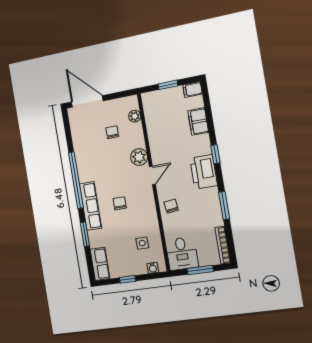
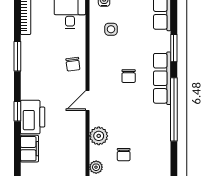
plant: (139, 157) -> (99, 136), moved
printer: (204, 172) -> (33, 117), moved

